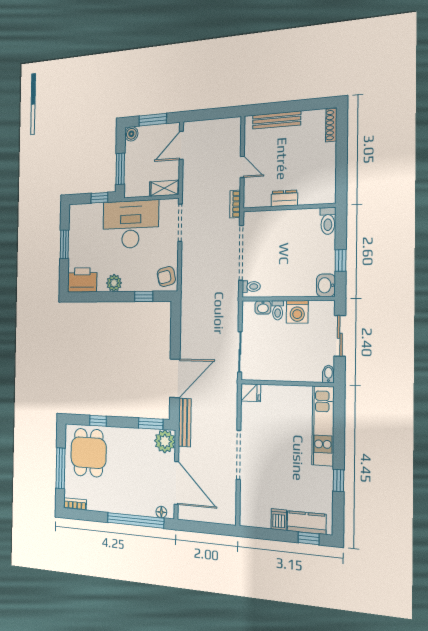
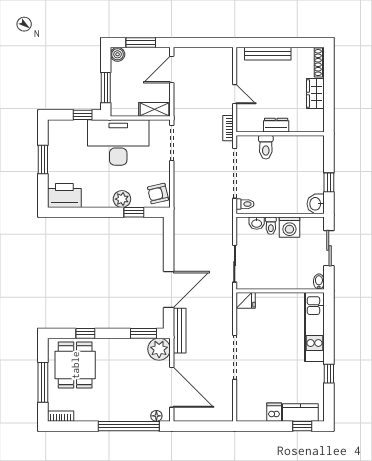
wardrobe: (327, 160) -> (315, 94), added
toilet: (328, 221) -> (266, 147), moved
plant: (114, 283) -> (122, 199), moved

